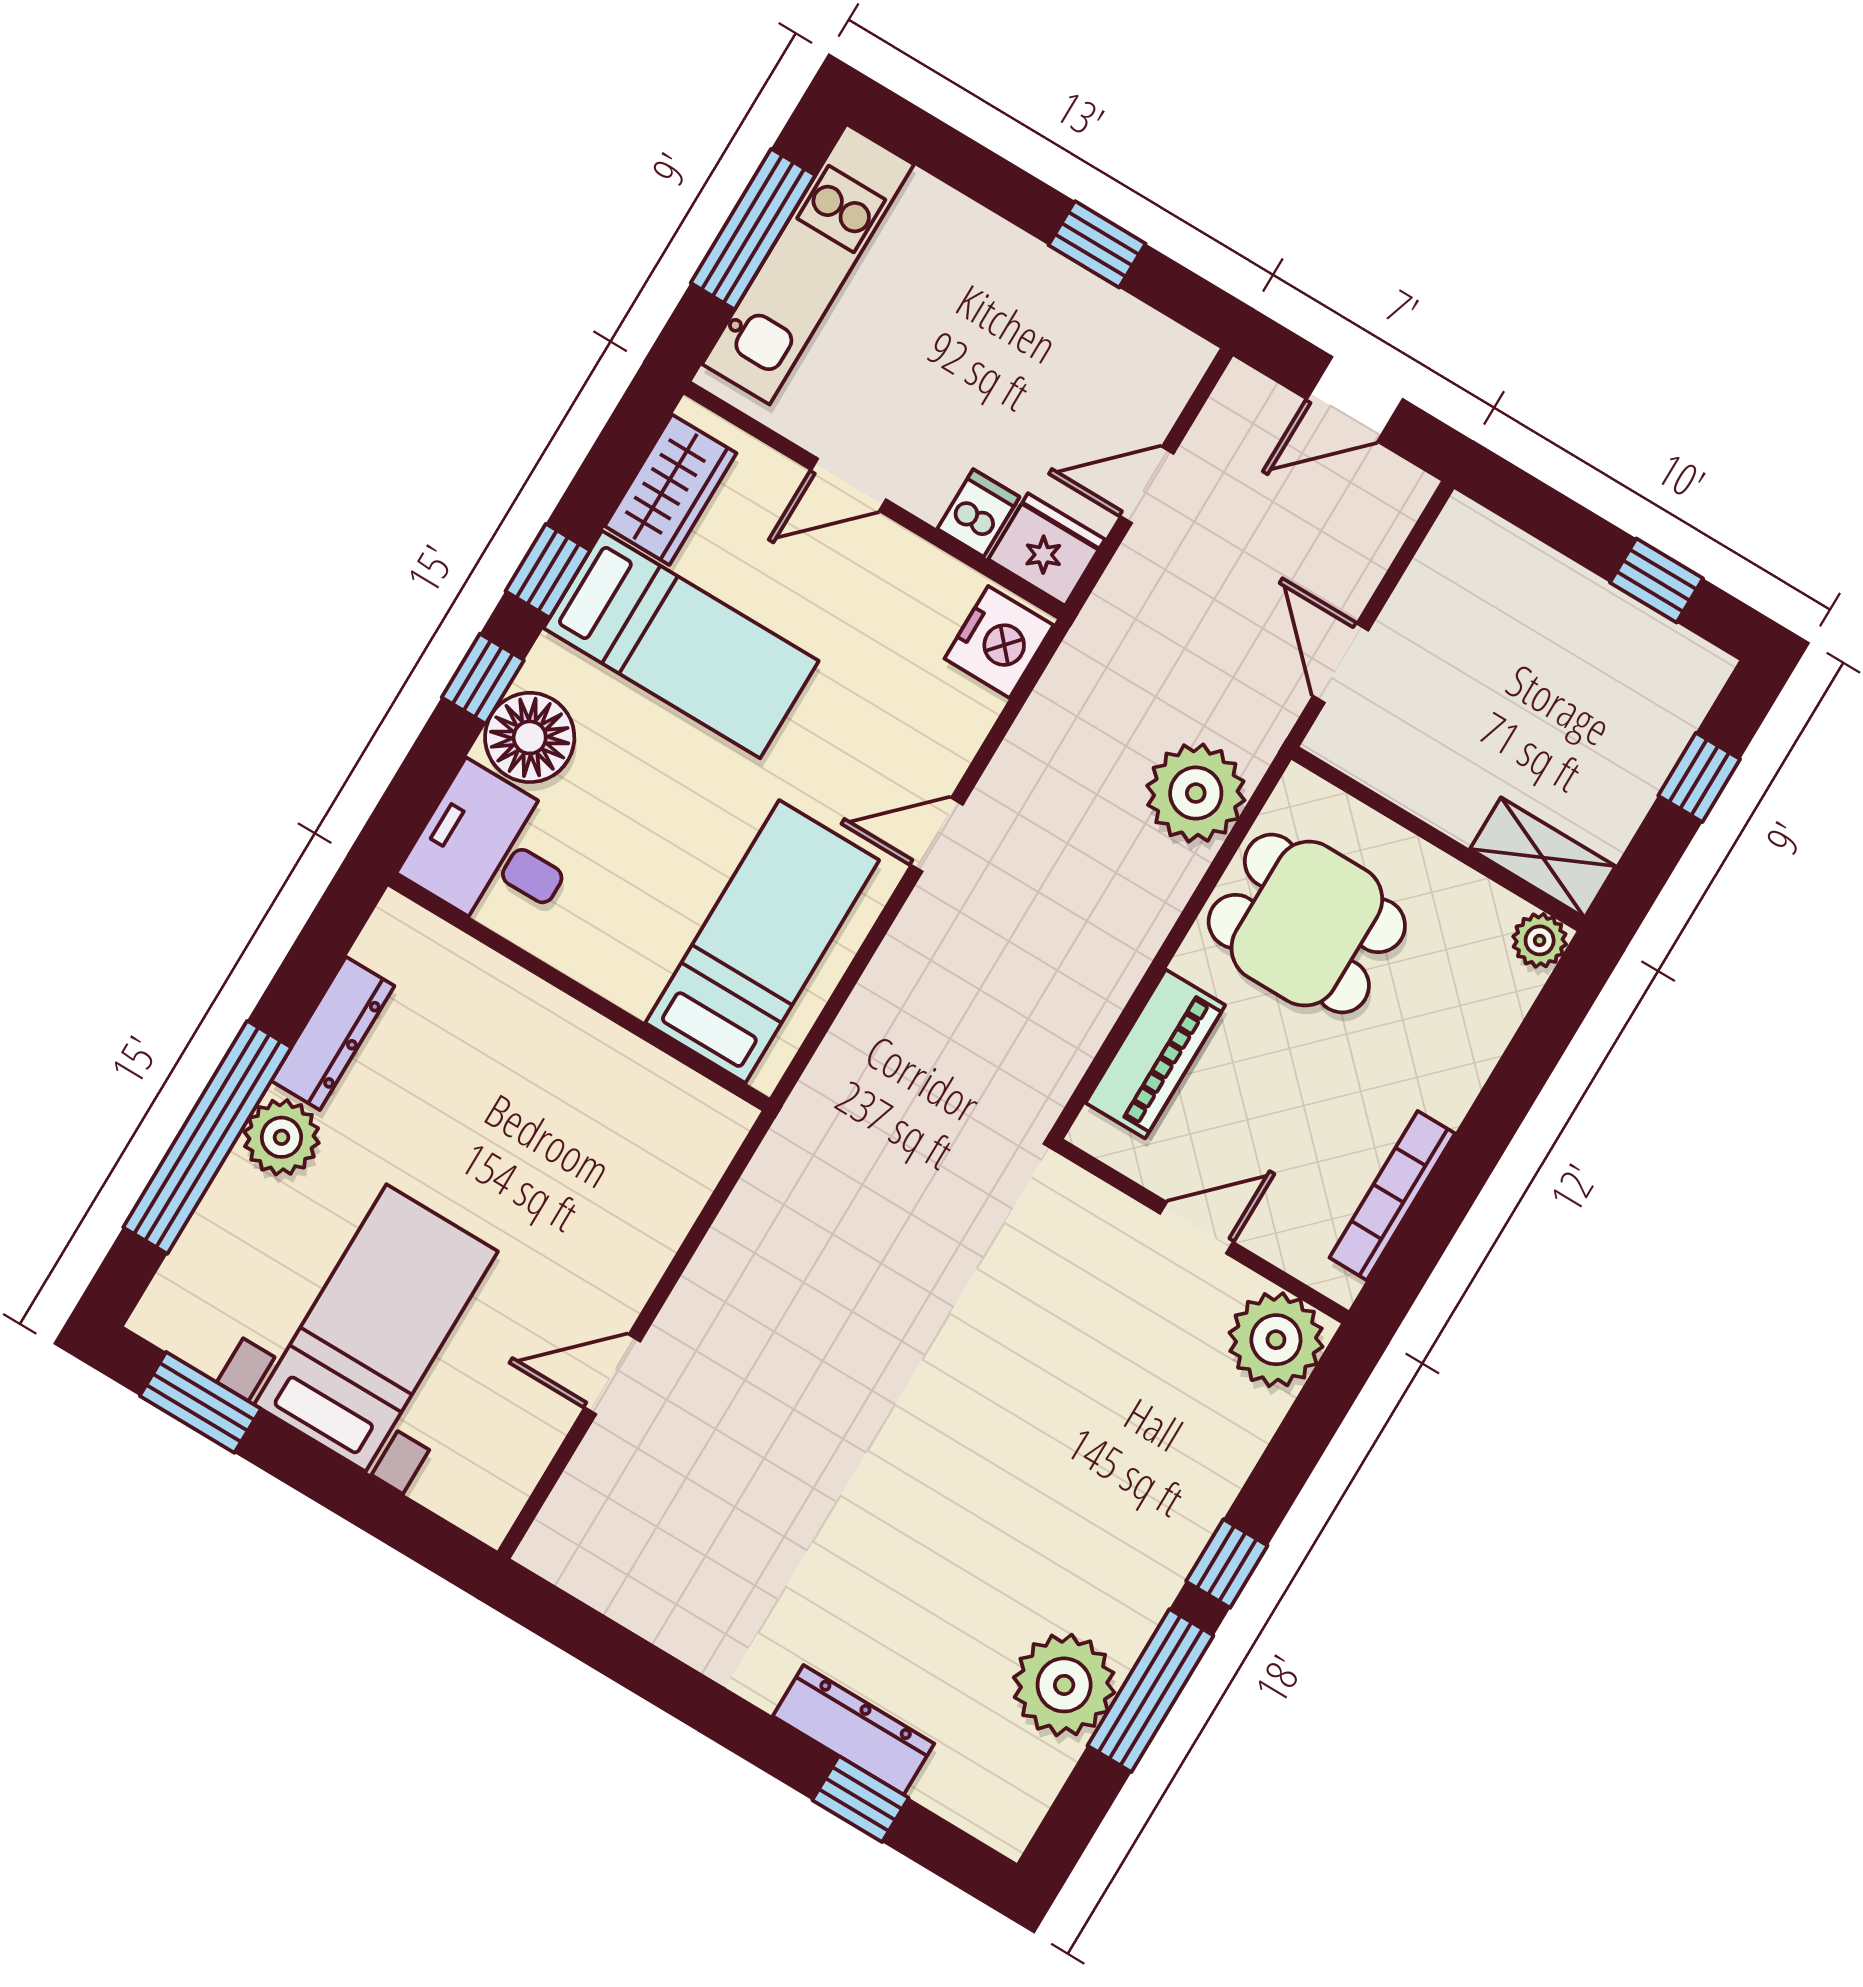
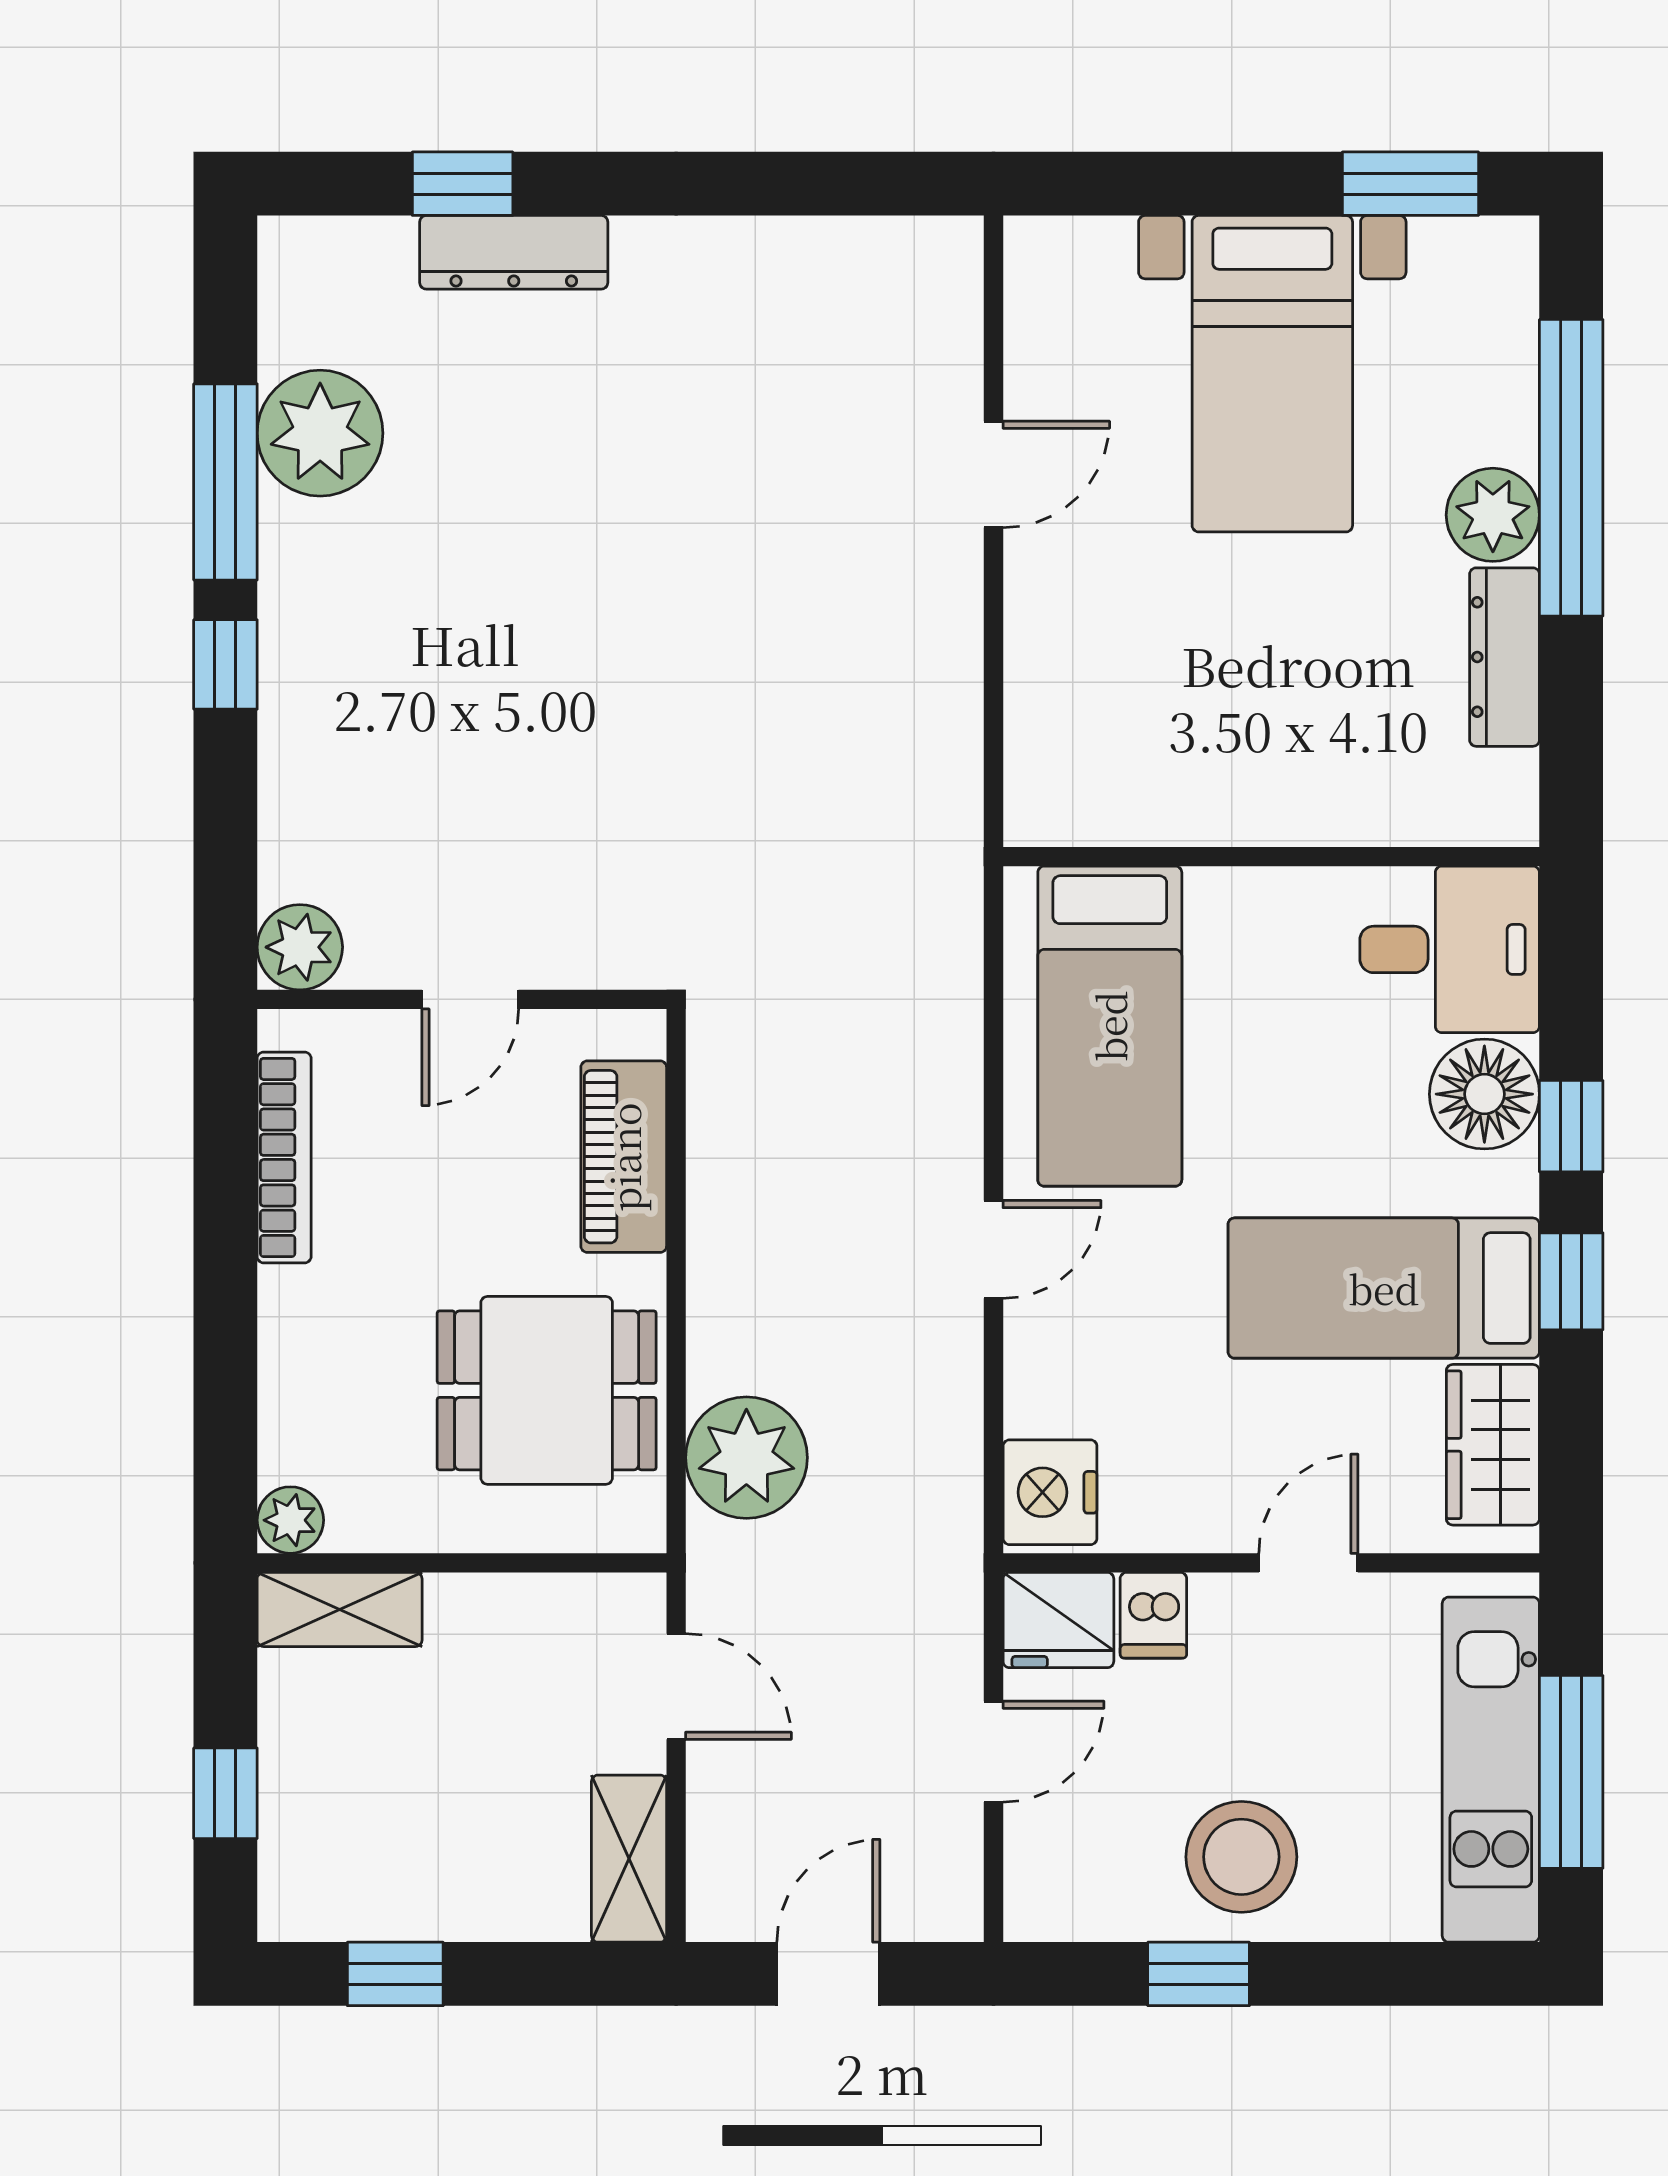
stool: (1018, 308) -> (1241, 1857), added
shelving: (1445, 563) -> (629, 1859), added
plant: (1276, 1340) -> (300, 947), width x0.73, depth x0.73

